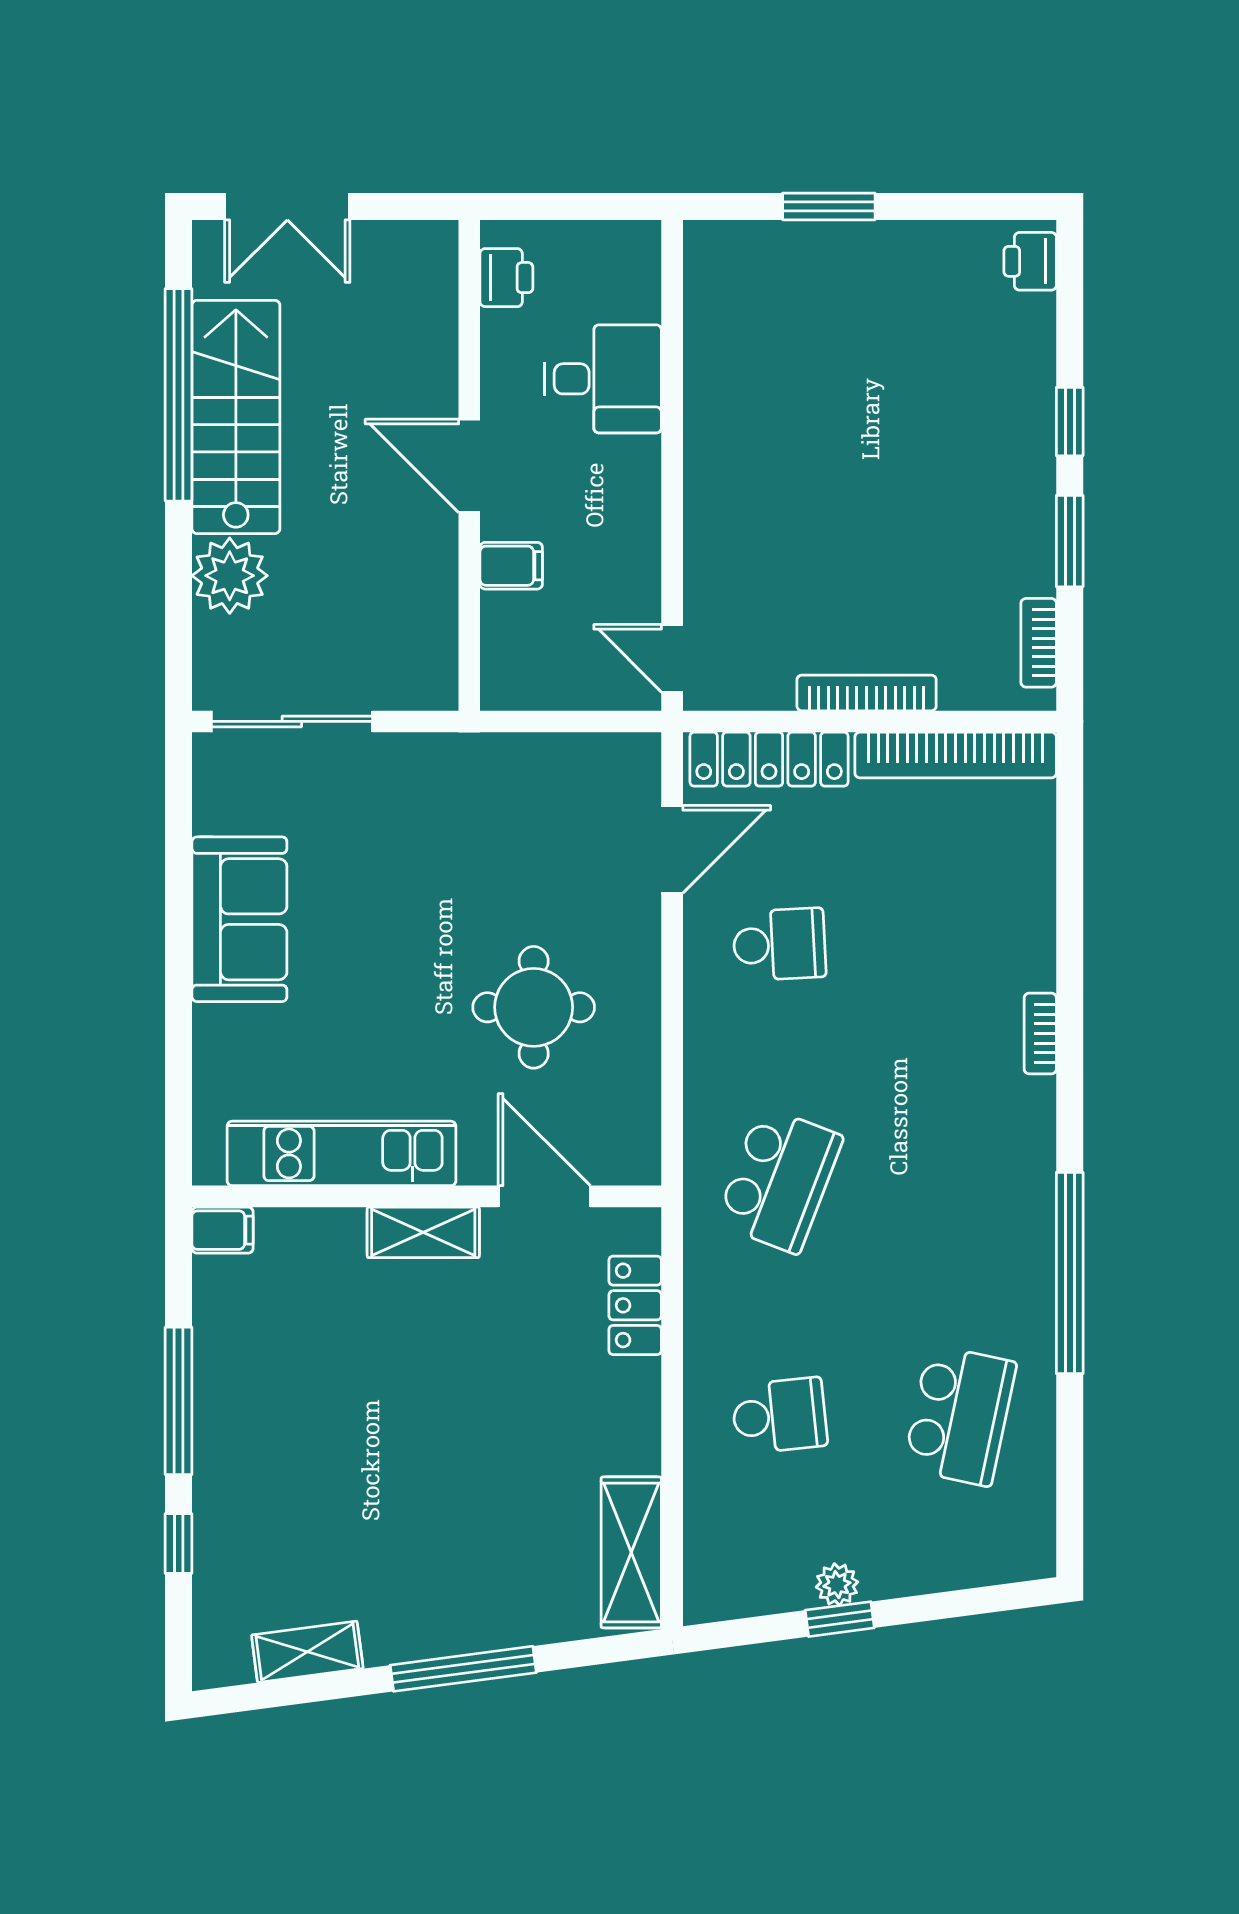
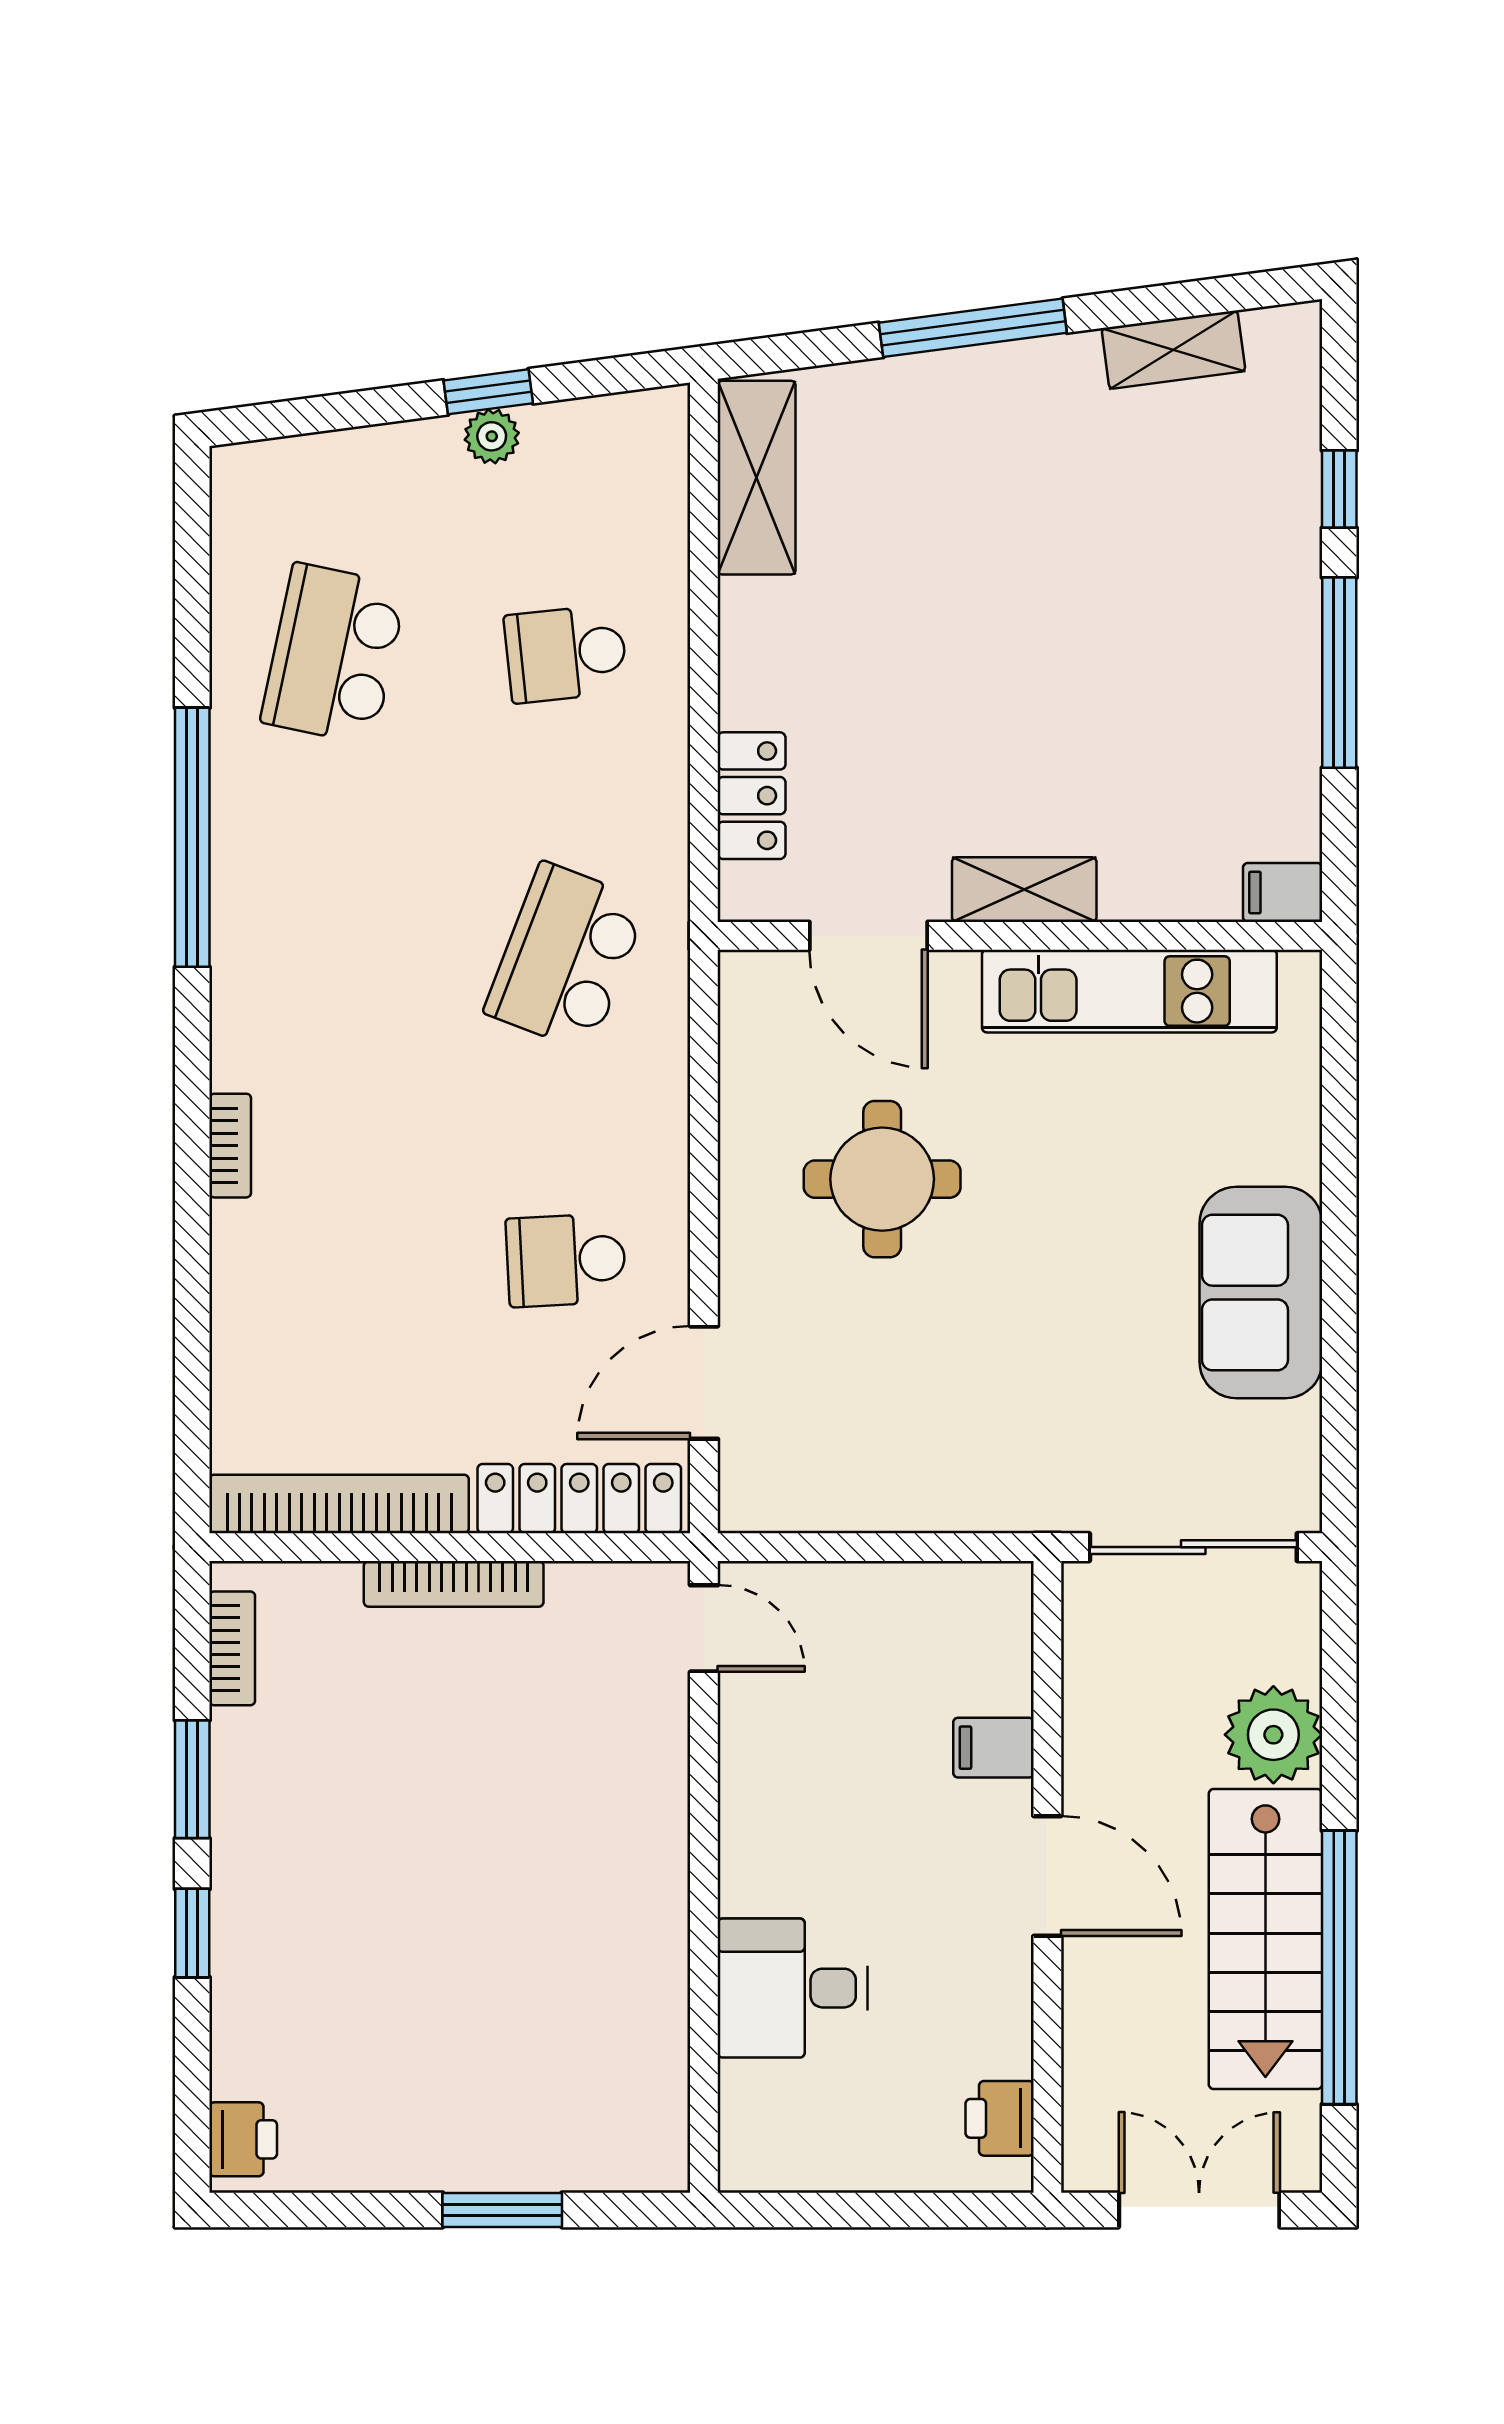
printer: (506, 278) -> (1000, 2118), moved
wall: (469, 465) -> (1047, 1877), moved
door: (469, 466) -> (1047, 1876), moved
filing cabinet: (511, 566) -> (994, 1748), moved

